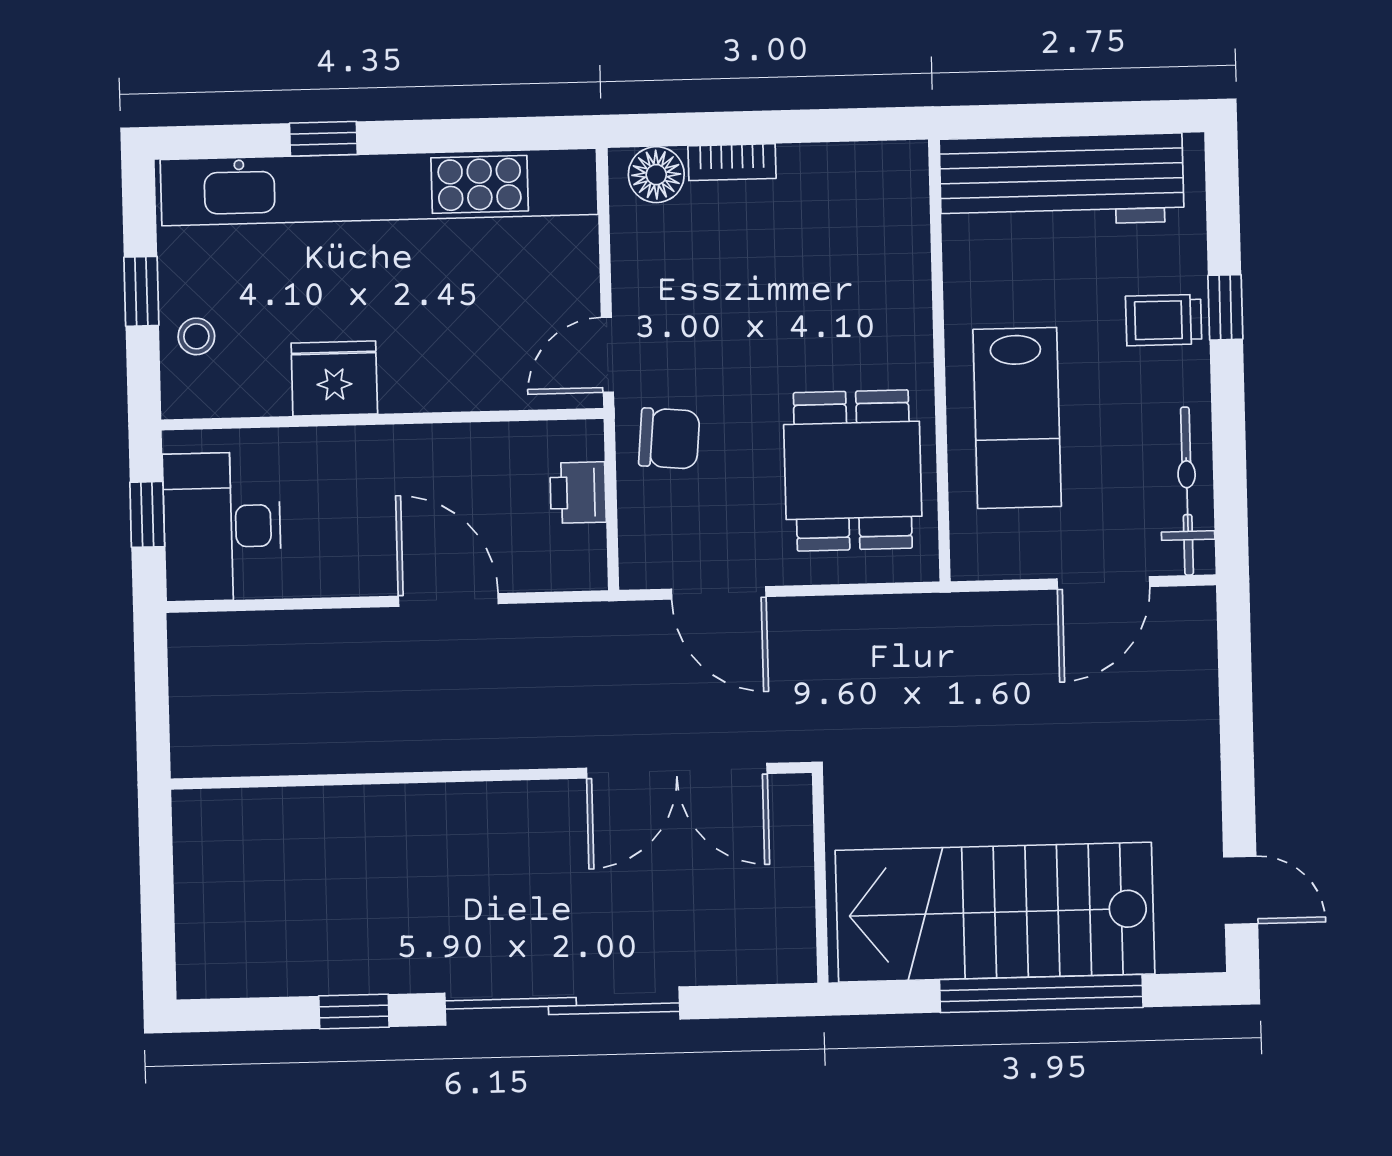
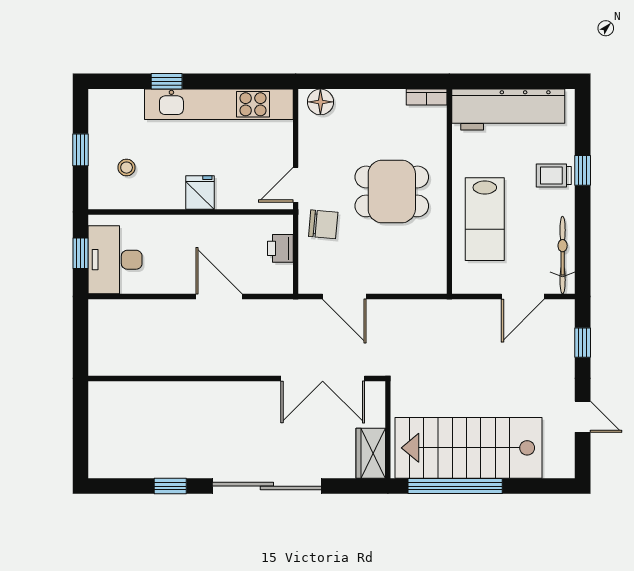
bookcase: (732, 162) -> (427, 97), moved
kitchen unit: (379, 187) -> (219, 104), width x0.73
stool: (196, 336) -> (127, 168), moved
fridge: (334, 378) -> (200, 192), moved, width x0.72
dining table: (853, 470) -> (392, 191), moved, turned 90
window: (1235, 679) -> (583, 343), added
door: (1241, 890) -> (583, 417), moved
wardrobe: (784, 929) -> (371, 453), added
window: (1041, 994) -> (455, 486), moved

